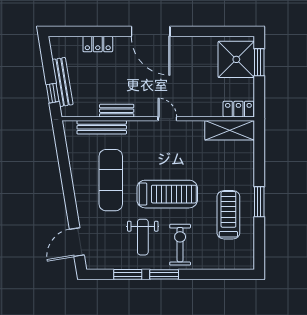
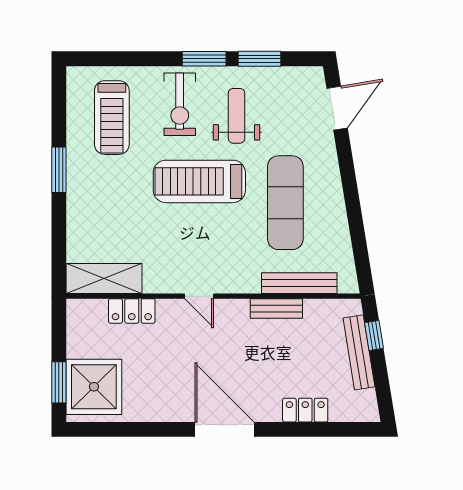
locker: (238, 109) -> (132, 311), moved
treadmill: (228, 215) -> (112, 118), moved

